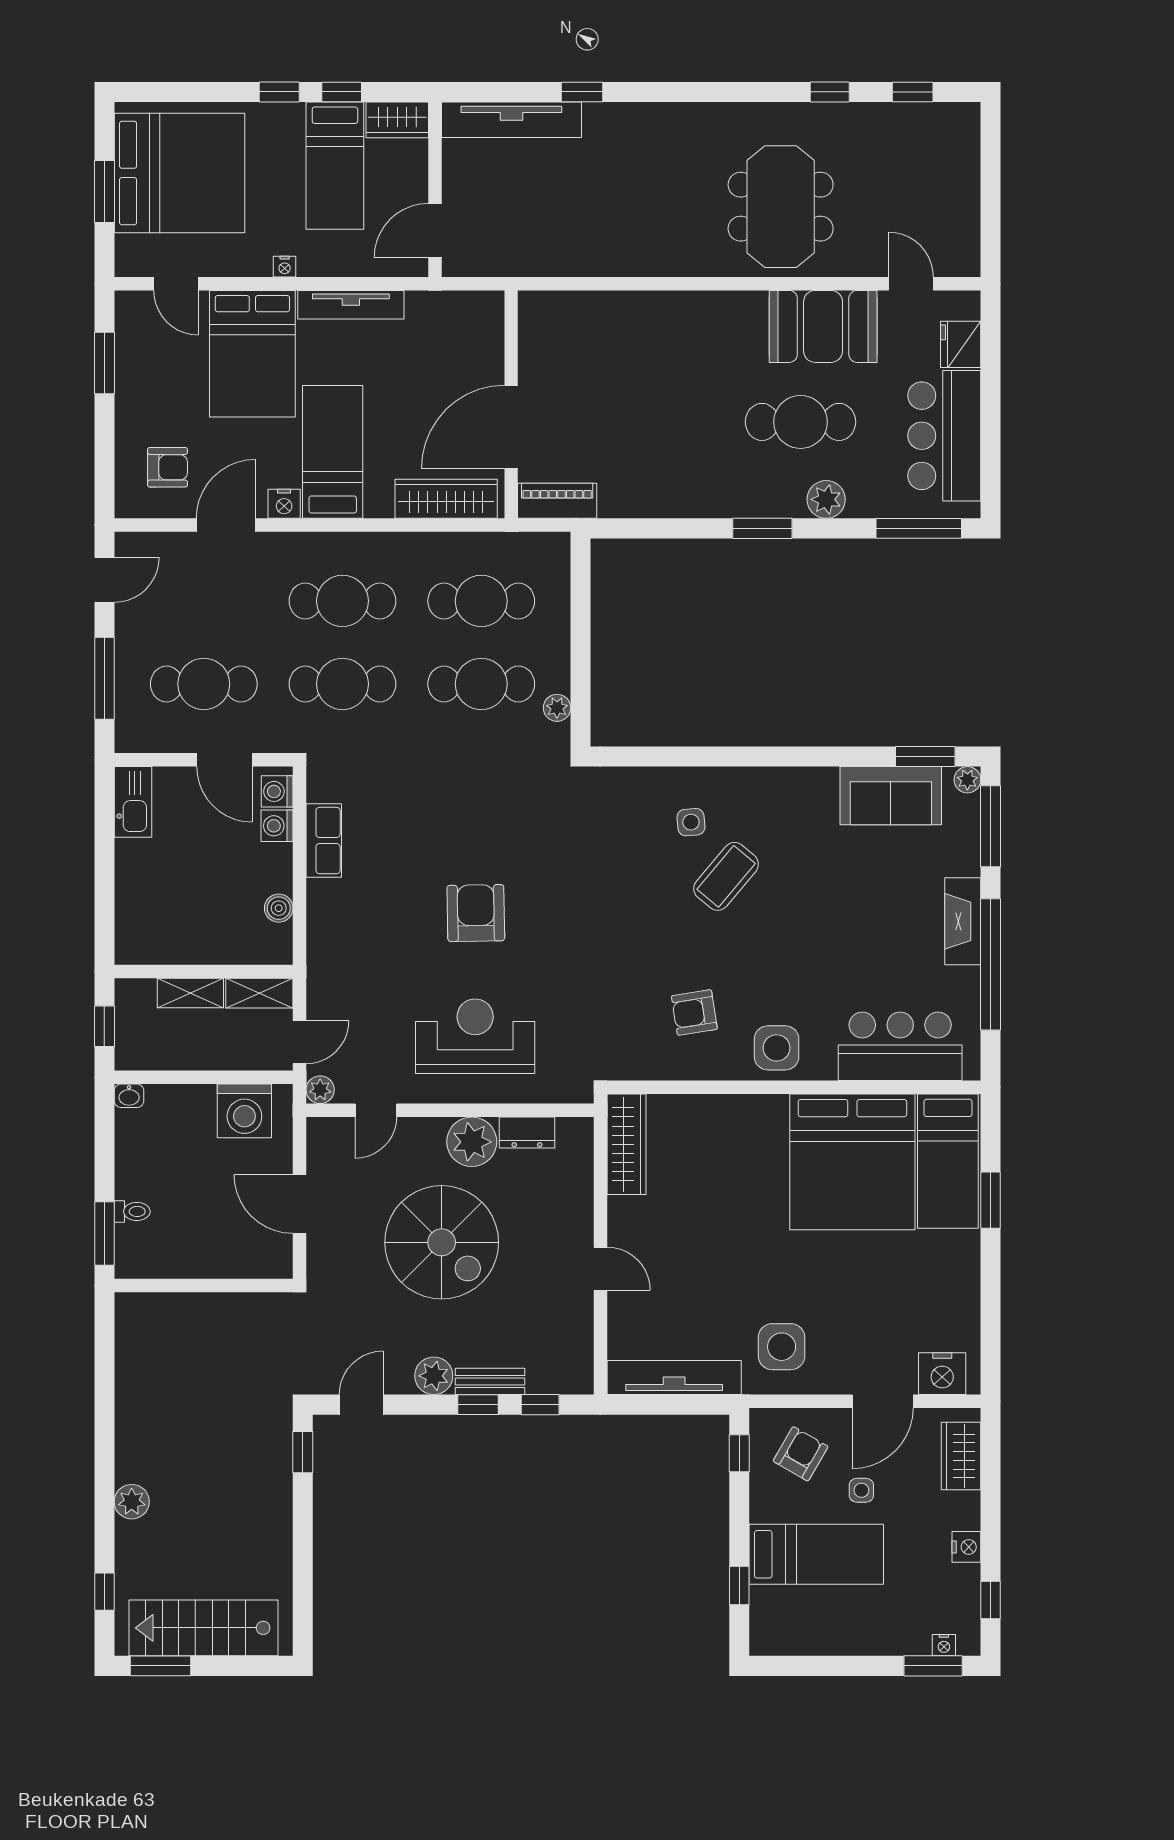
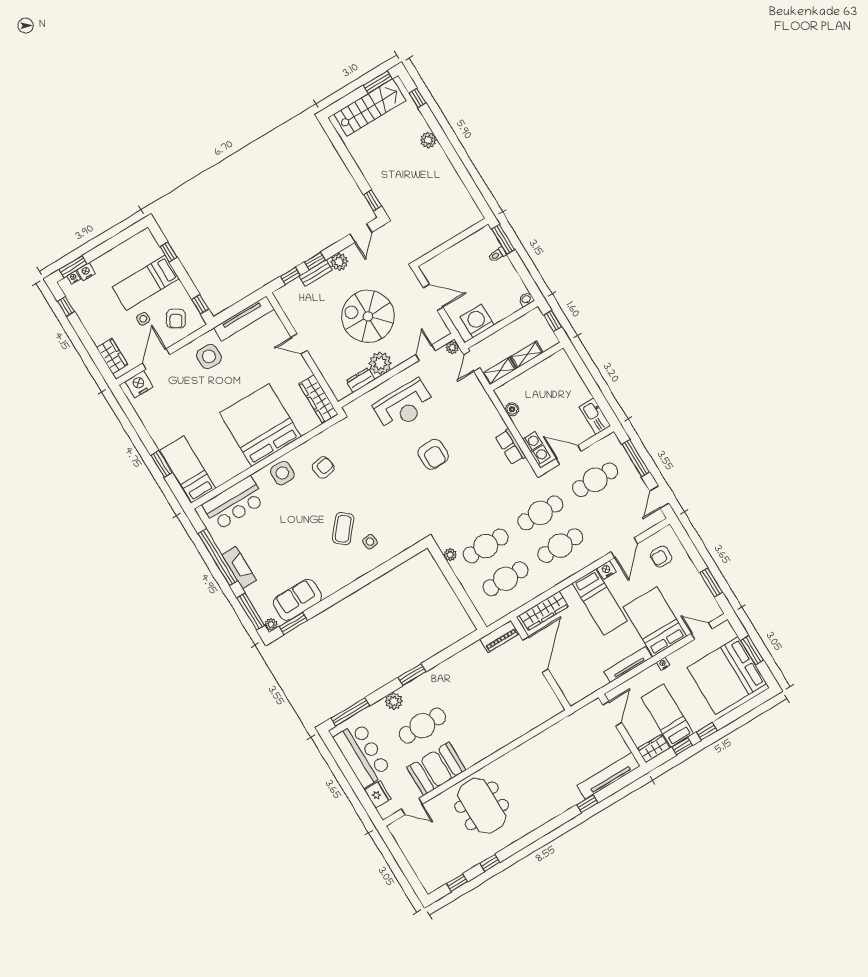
bed: (852, 1162) -> (260, 425), moved
nightstand: (966, 1547) -> (86, 272), moved, turned 90

